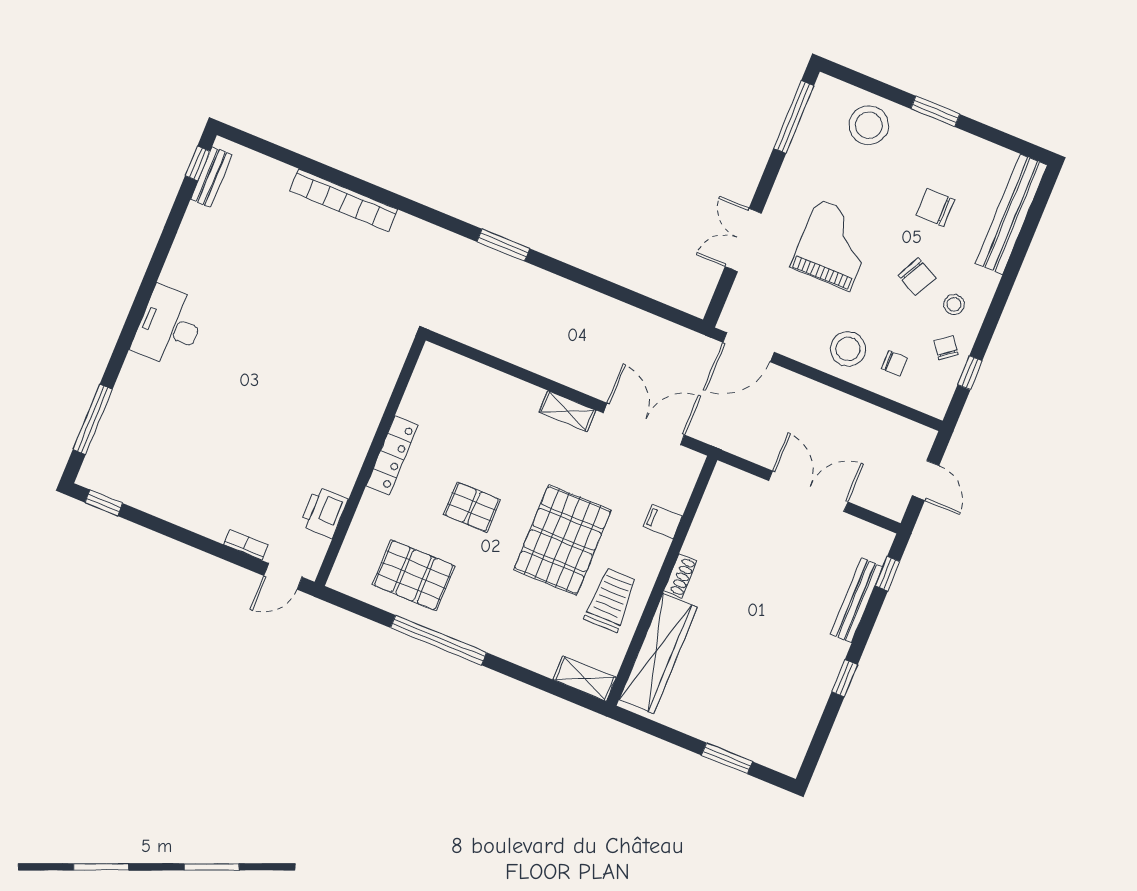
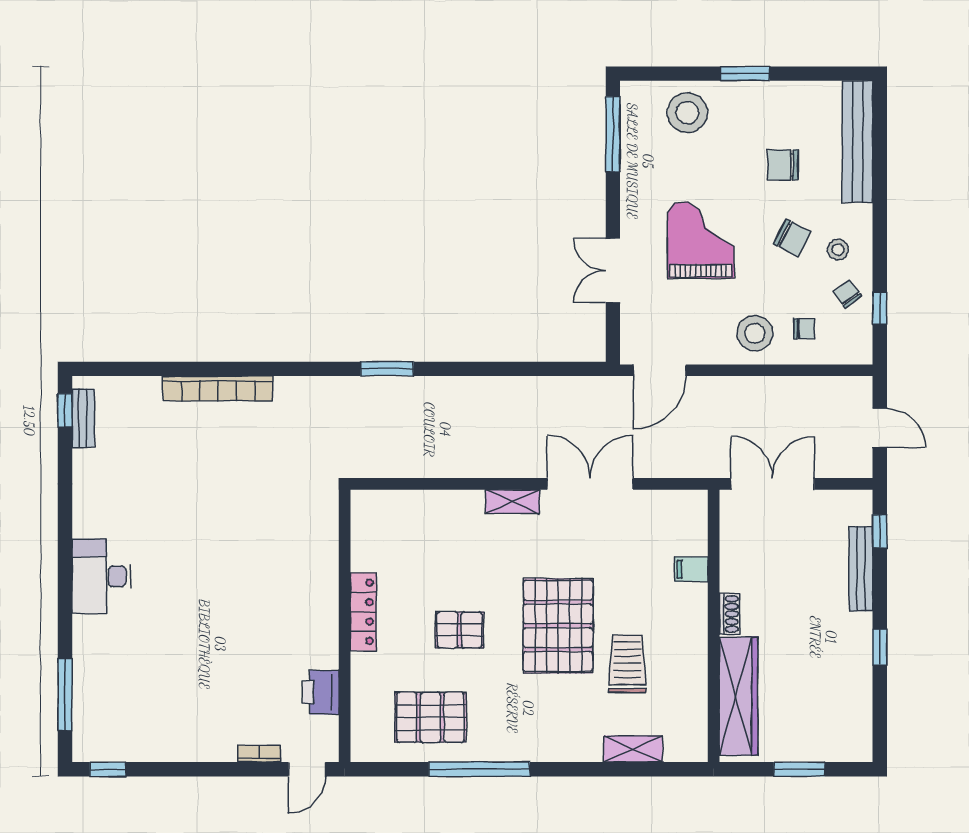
filing cabinet: (663, 521) -> (691, 569), moved
shoe rack: (680, 576) -> (729, 614), moved
wall: (662, 581) -> (714, 626), moved
wardrobe: (658, 653) -> (739, 696), moved

